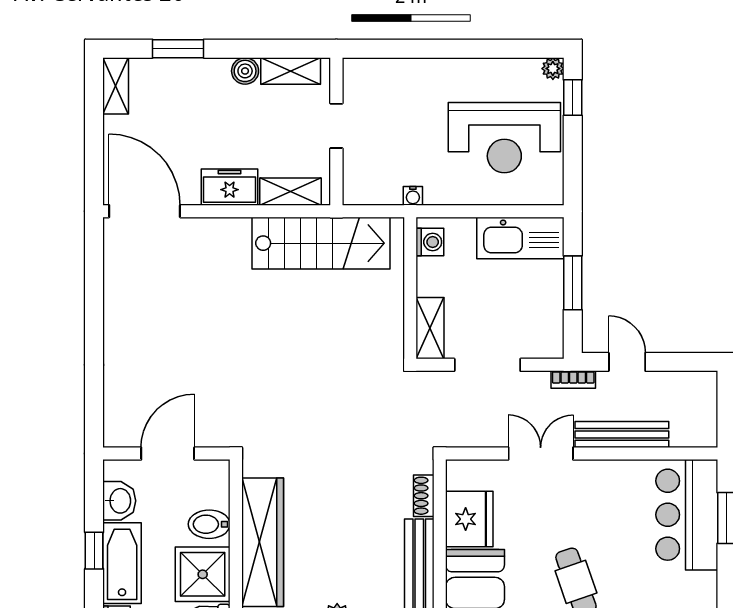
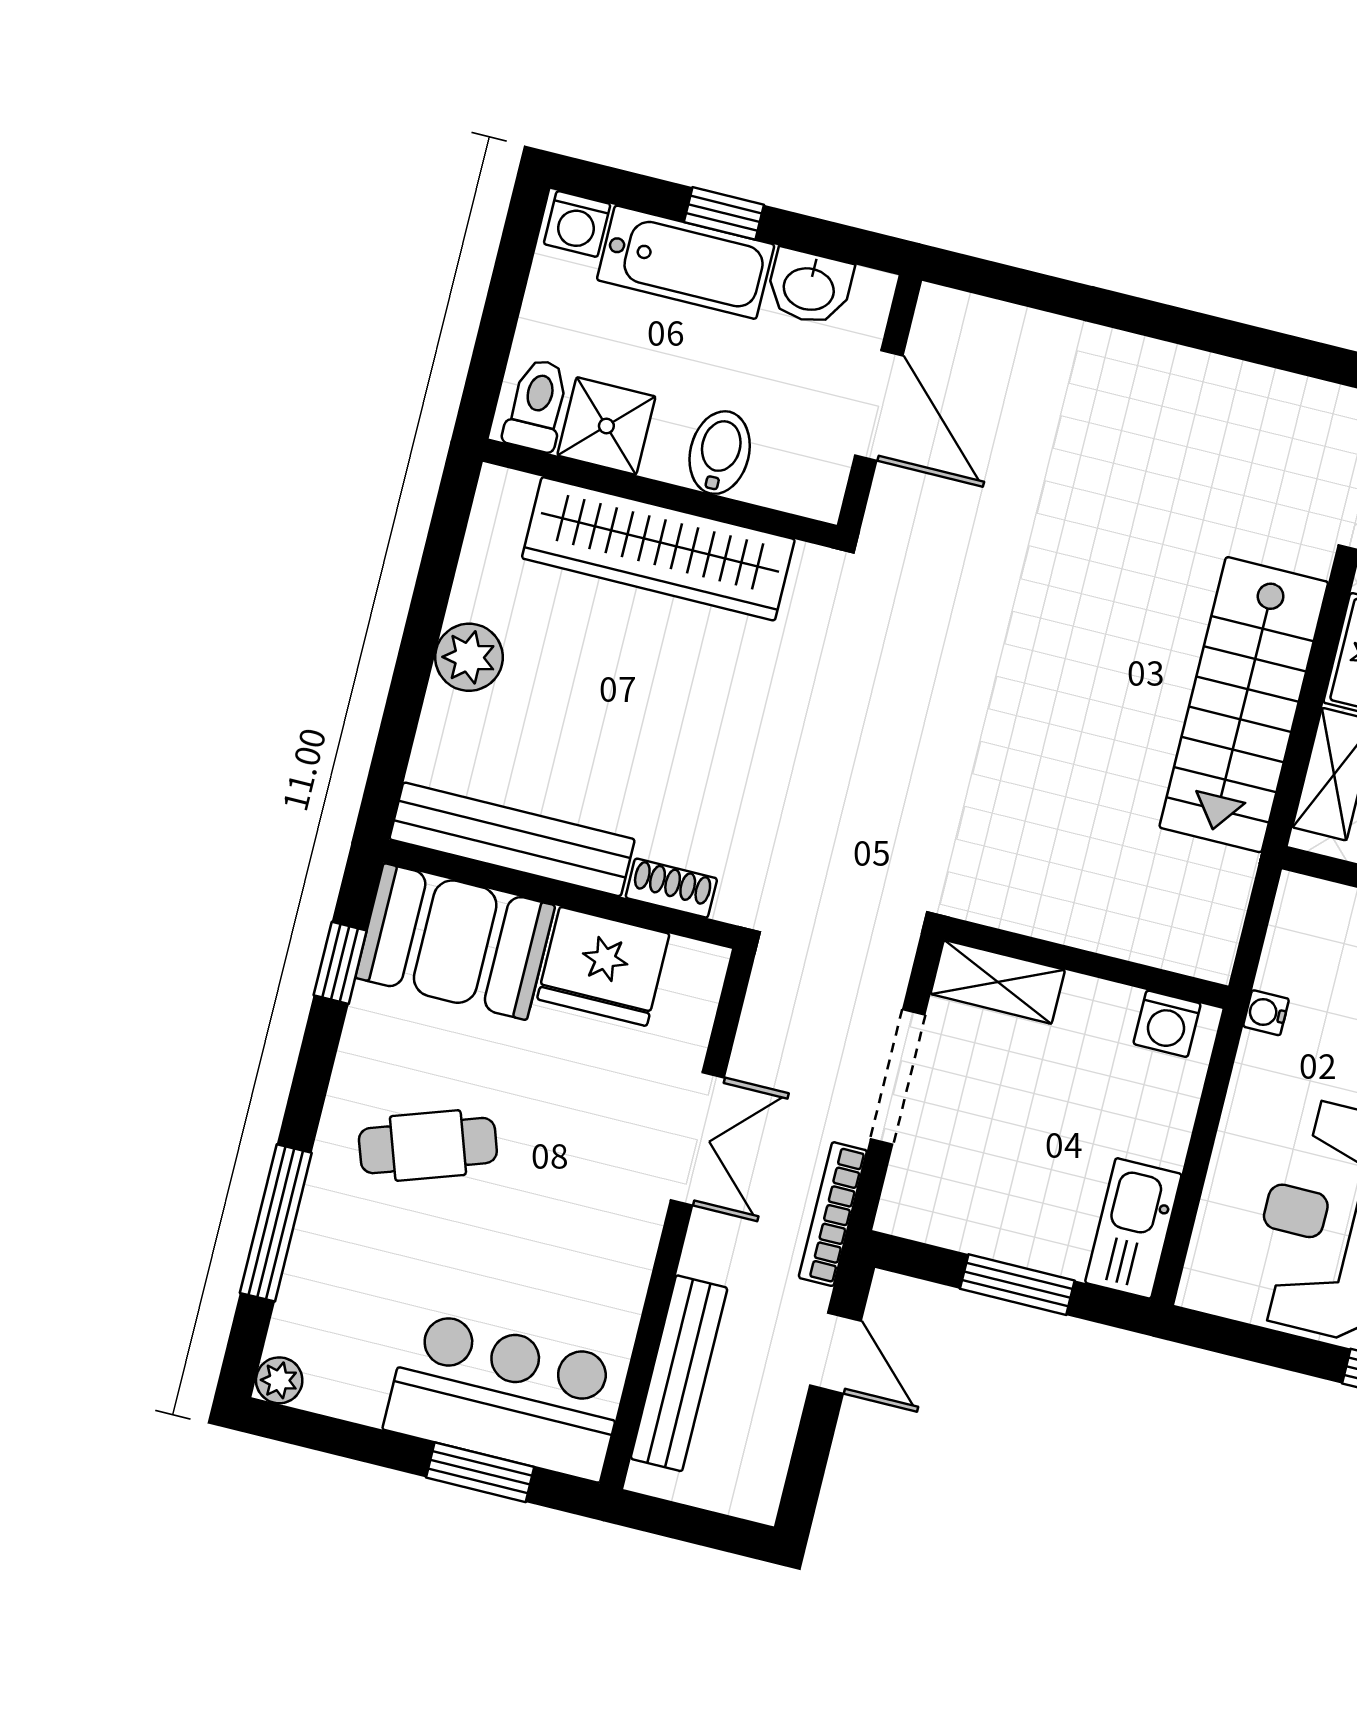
kitchen sink: (520, 238) -> (1133, 1228), width x0.73, depth x0.81
stairs: (321, 243) -> (1244, 705), moved
door: (627, 362) -> (835, 1353), hinge flipped
bookcase: (573, 380) -> (833, 1214), width x1.56
bench: (622, 434) -> (679, 1373), moved
shower: (203, 574) -> (606, 426), width x0.73, depth x0.73

